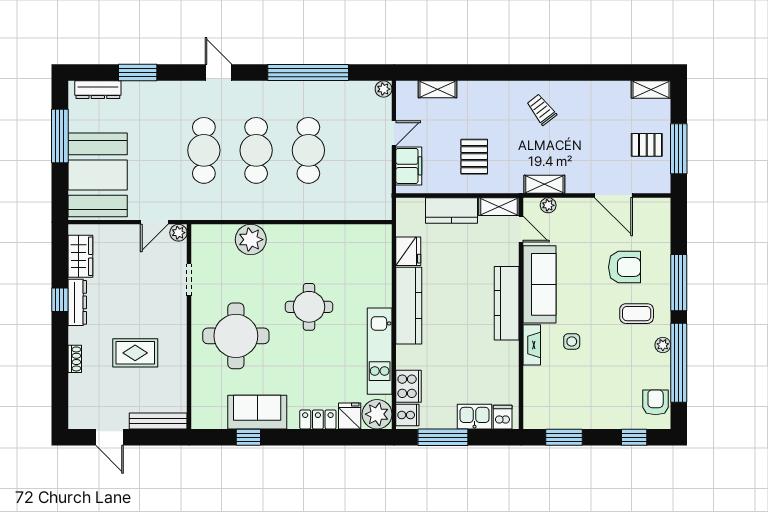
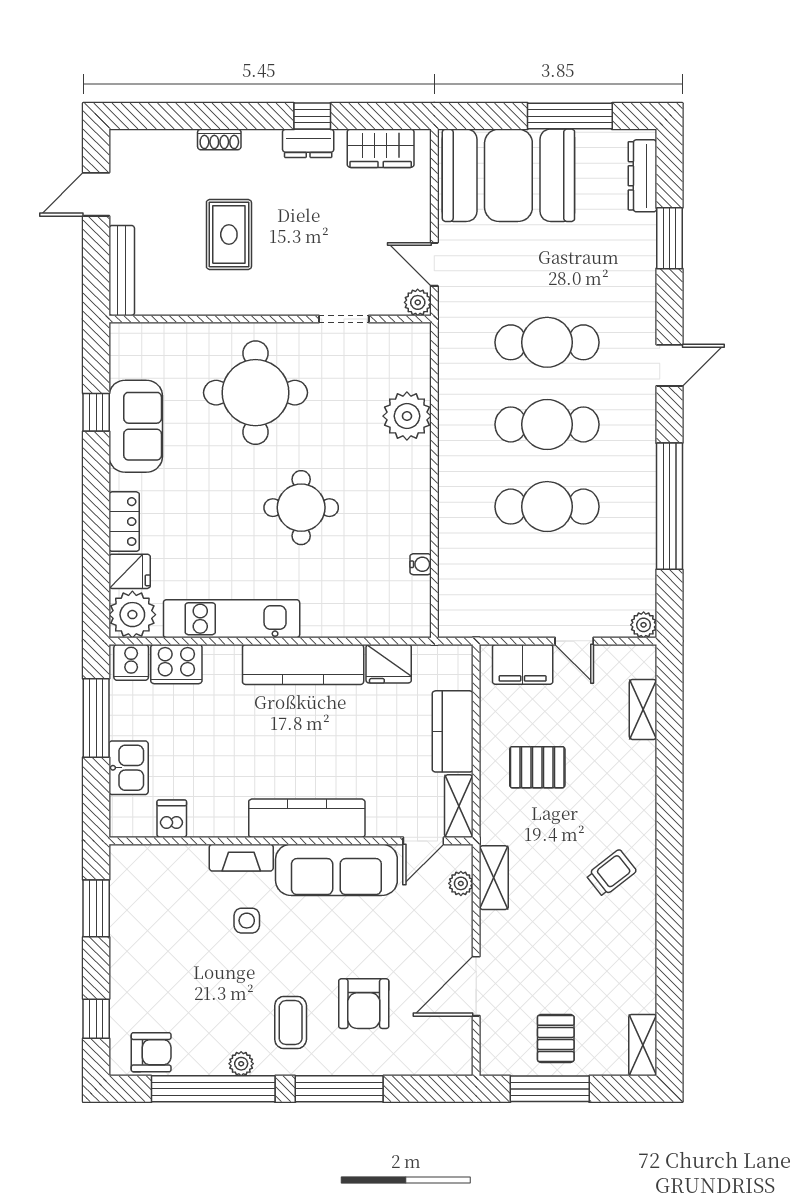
water cooler: (345, 231) -> (421, 564), added
dresser: (77, 302) -> (308, 143), width x0.70
dishwasher: (503, 417) -> (172, 819), moved, turned -90

